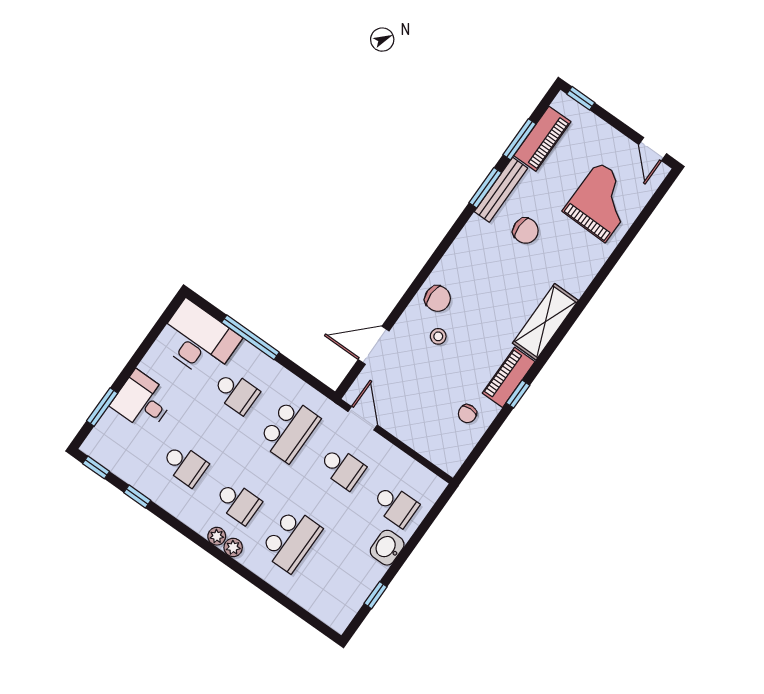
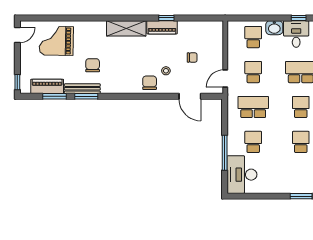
desk: (143, 401) -> (296, 34), moved, turned 180
chair: (467, 414) -> (192, 57), moved

